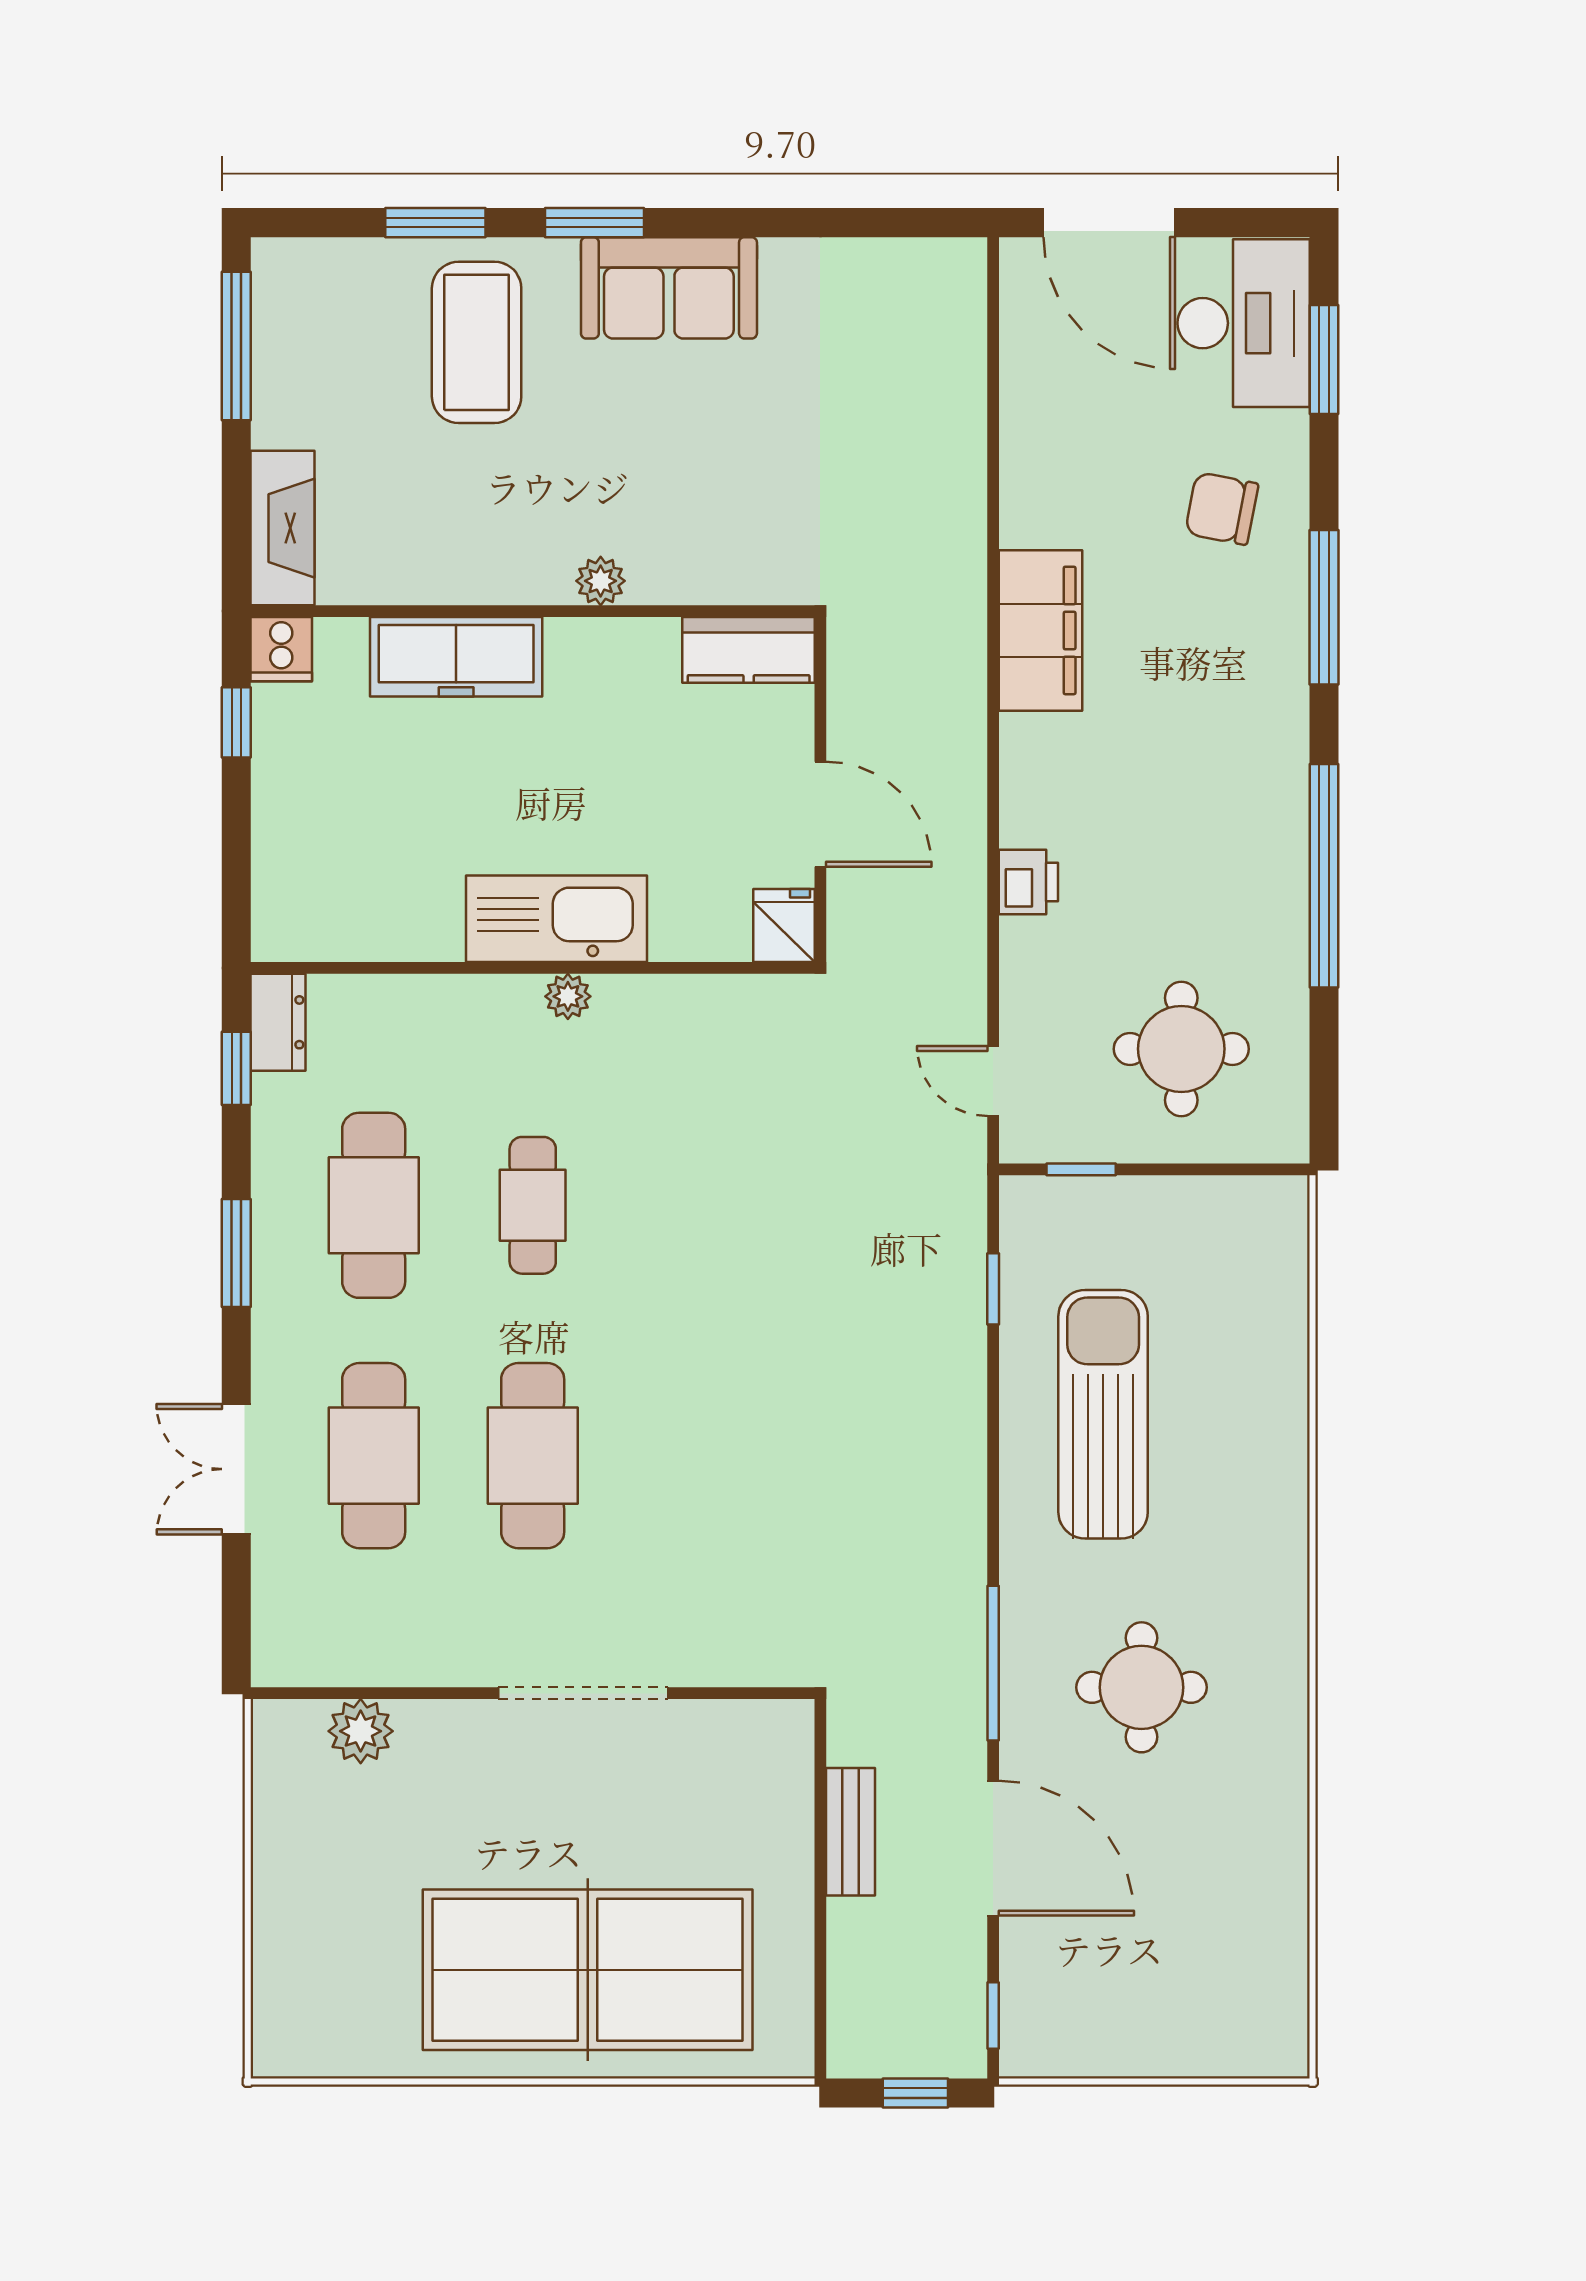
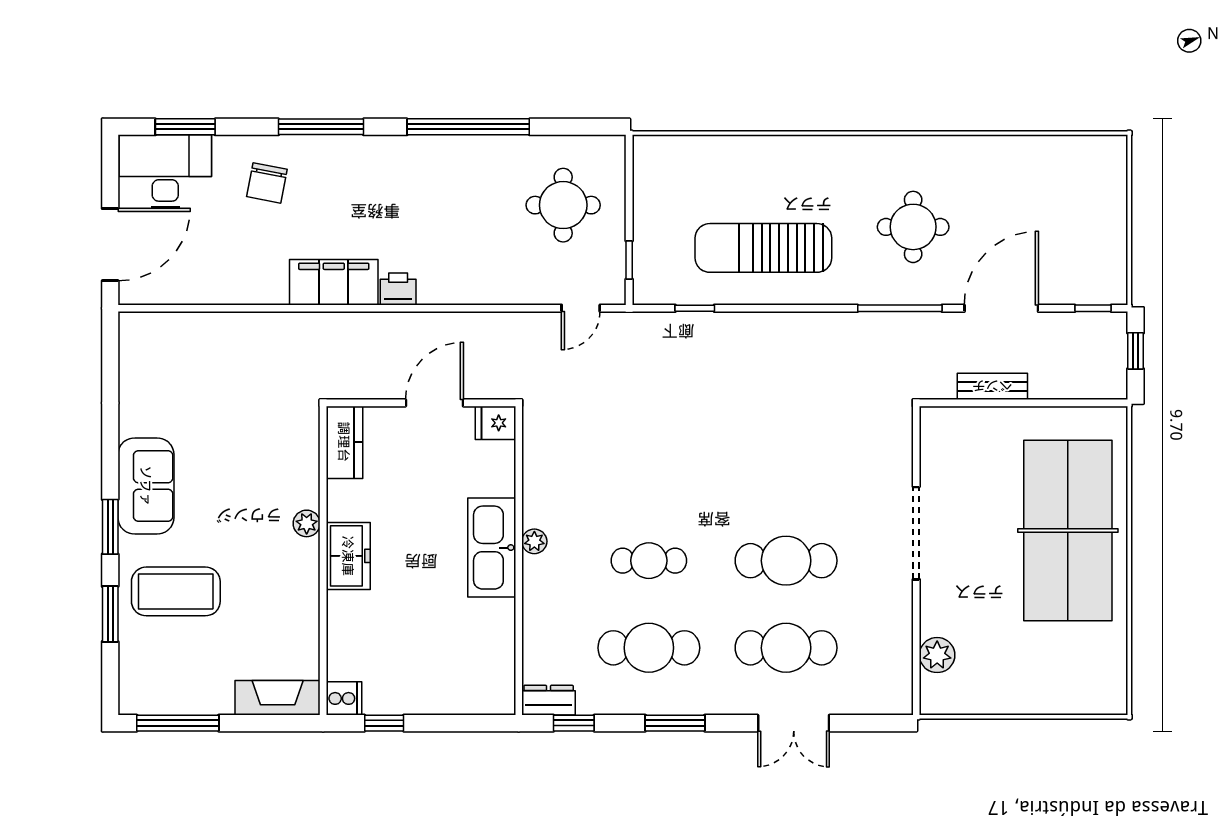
freezer: (456, 657) -> (348, 556), moved, width x0.71
printer: (1028, 882) -> (398, 289), moved

